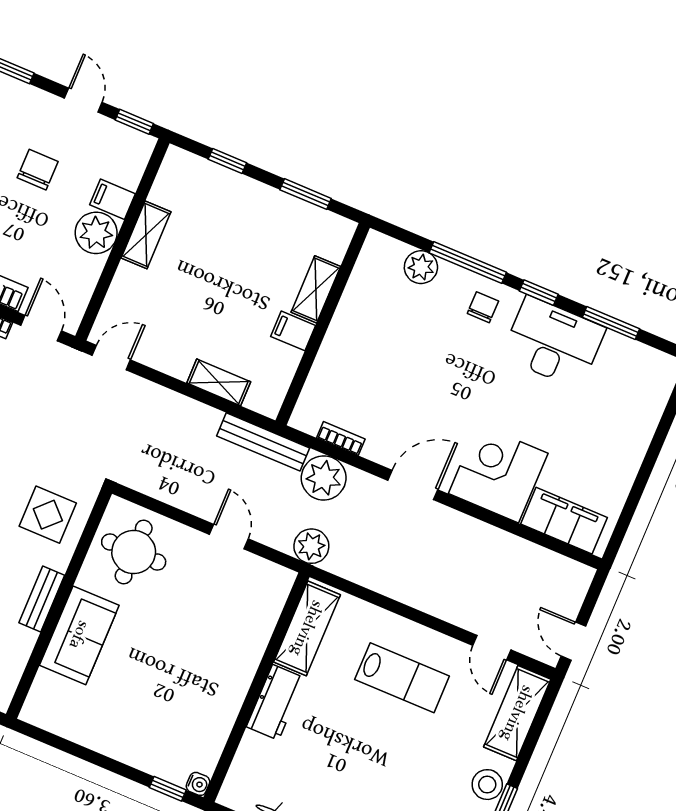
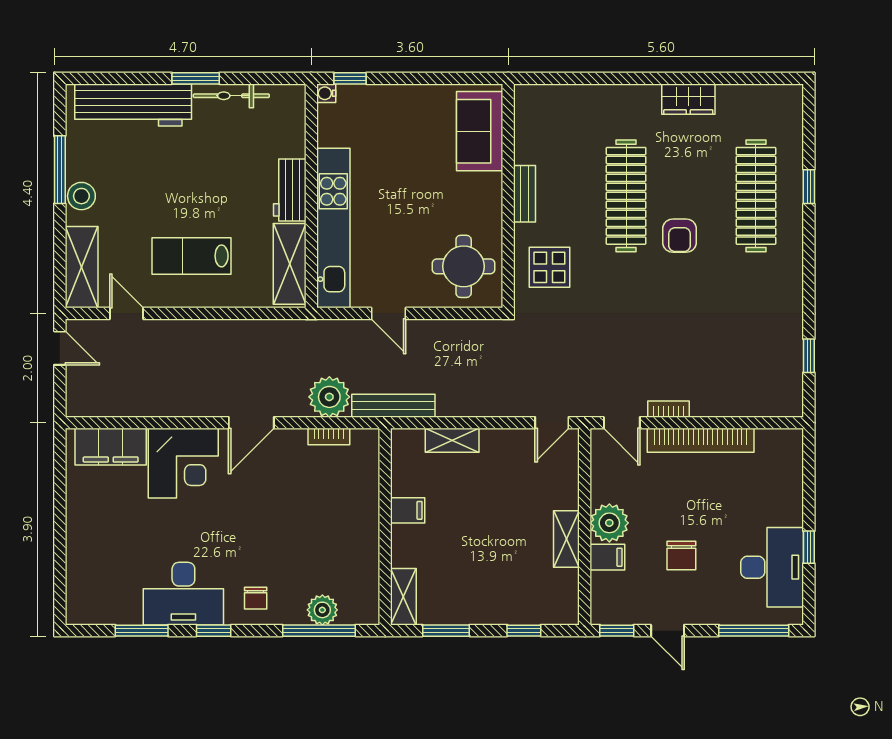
window: (468, 263) -> (319, 631), moved
shelving: (316, 289) -> (403, 597), moved
plant: (311, 546) -> (315, 335), removed
sofa: (79, 635) -> (480, 131), moved
kitchen unit: (248, 646) -> (333, 228), added

